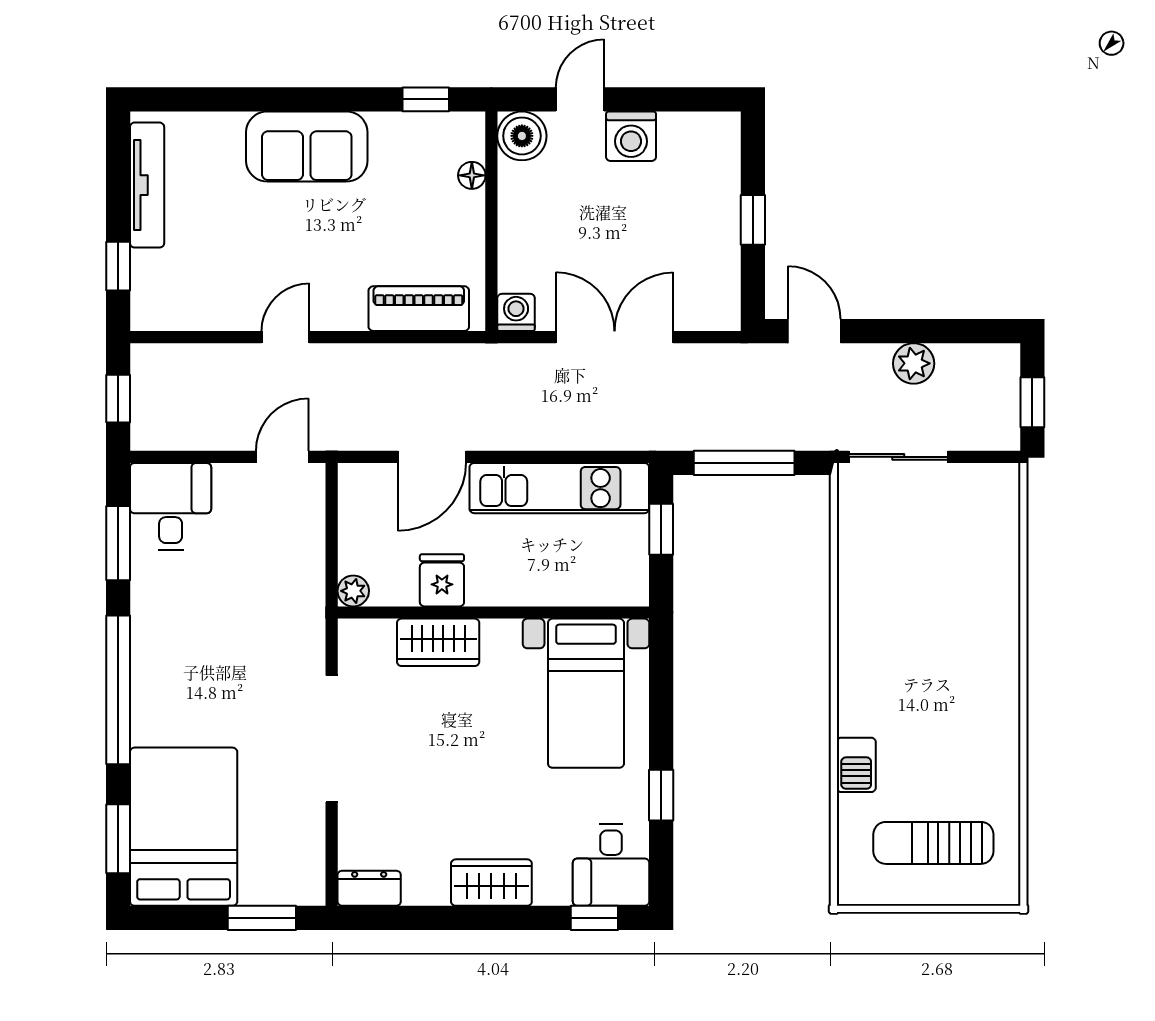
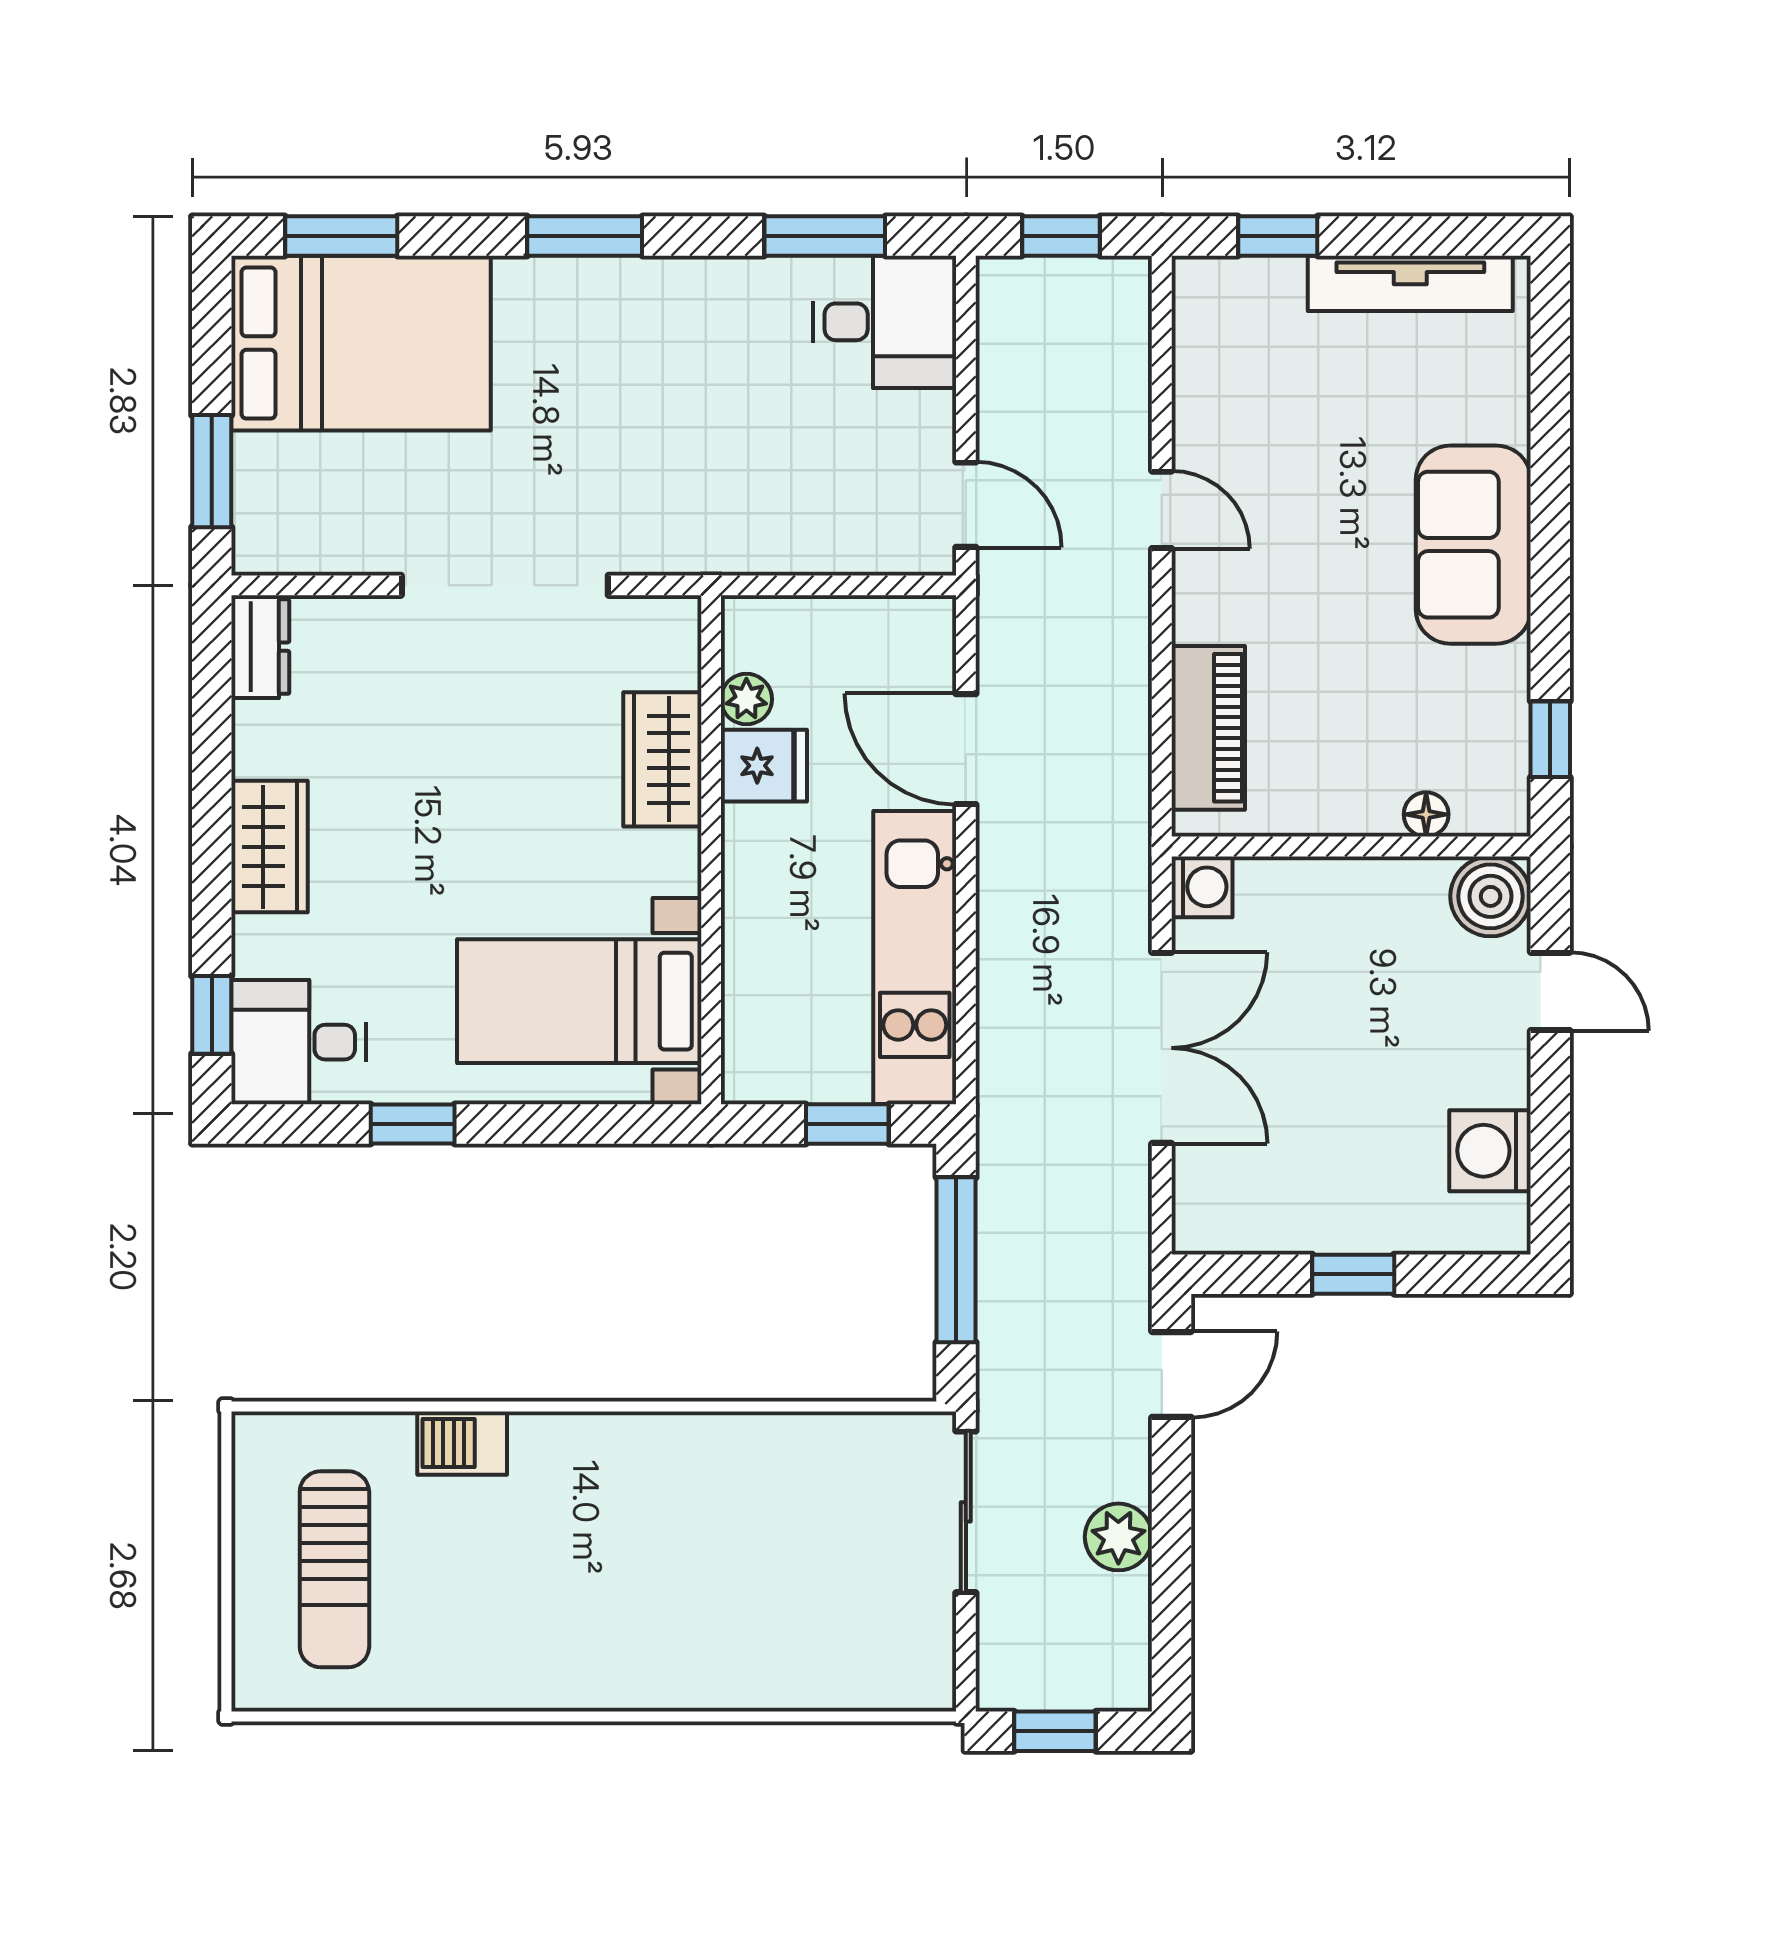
washing machine: (631, 136) -> (1490, 1151), moved
plant: (353, 591) -> (746, 699), moved
window: (118, 690) -> (585, 236), width x0.47
sun lounger: (933, 843) -> (334, 1569), turned 180

